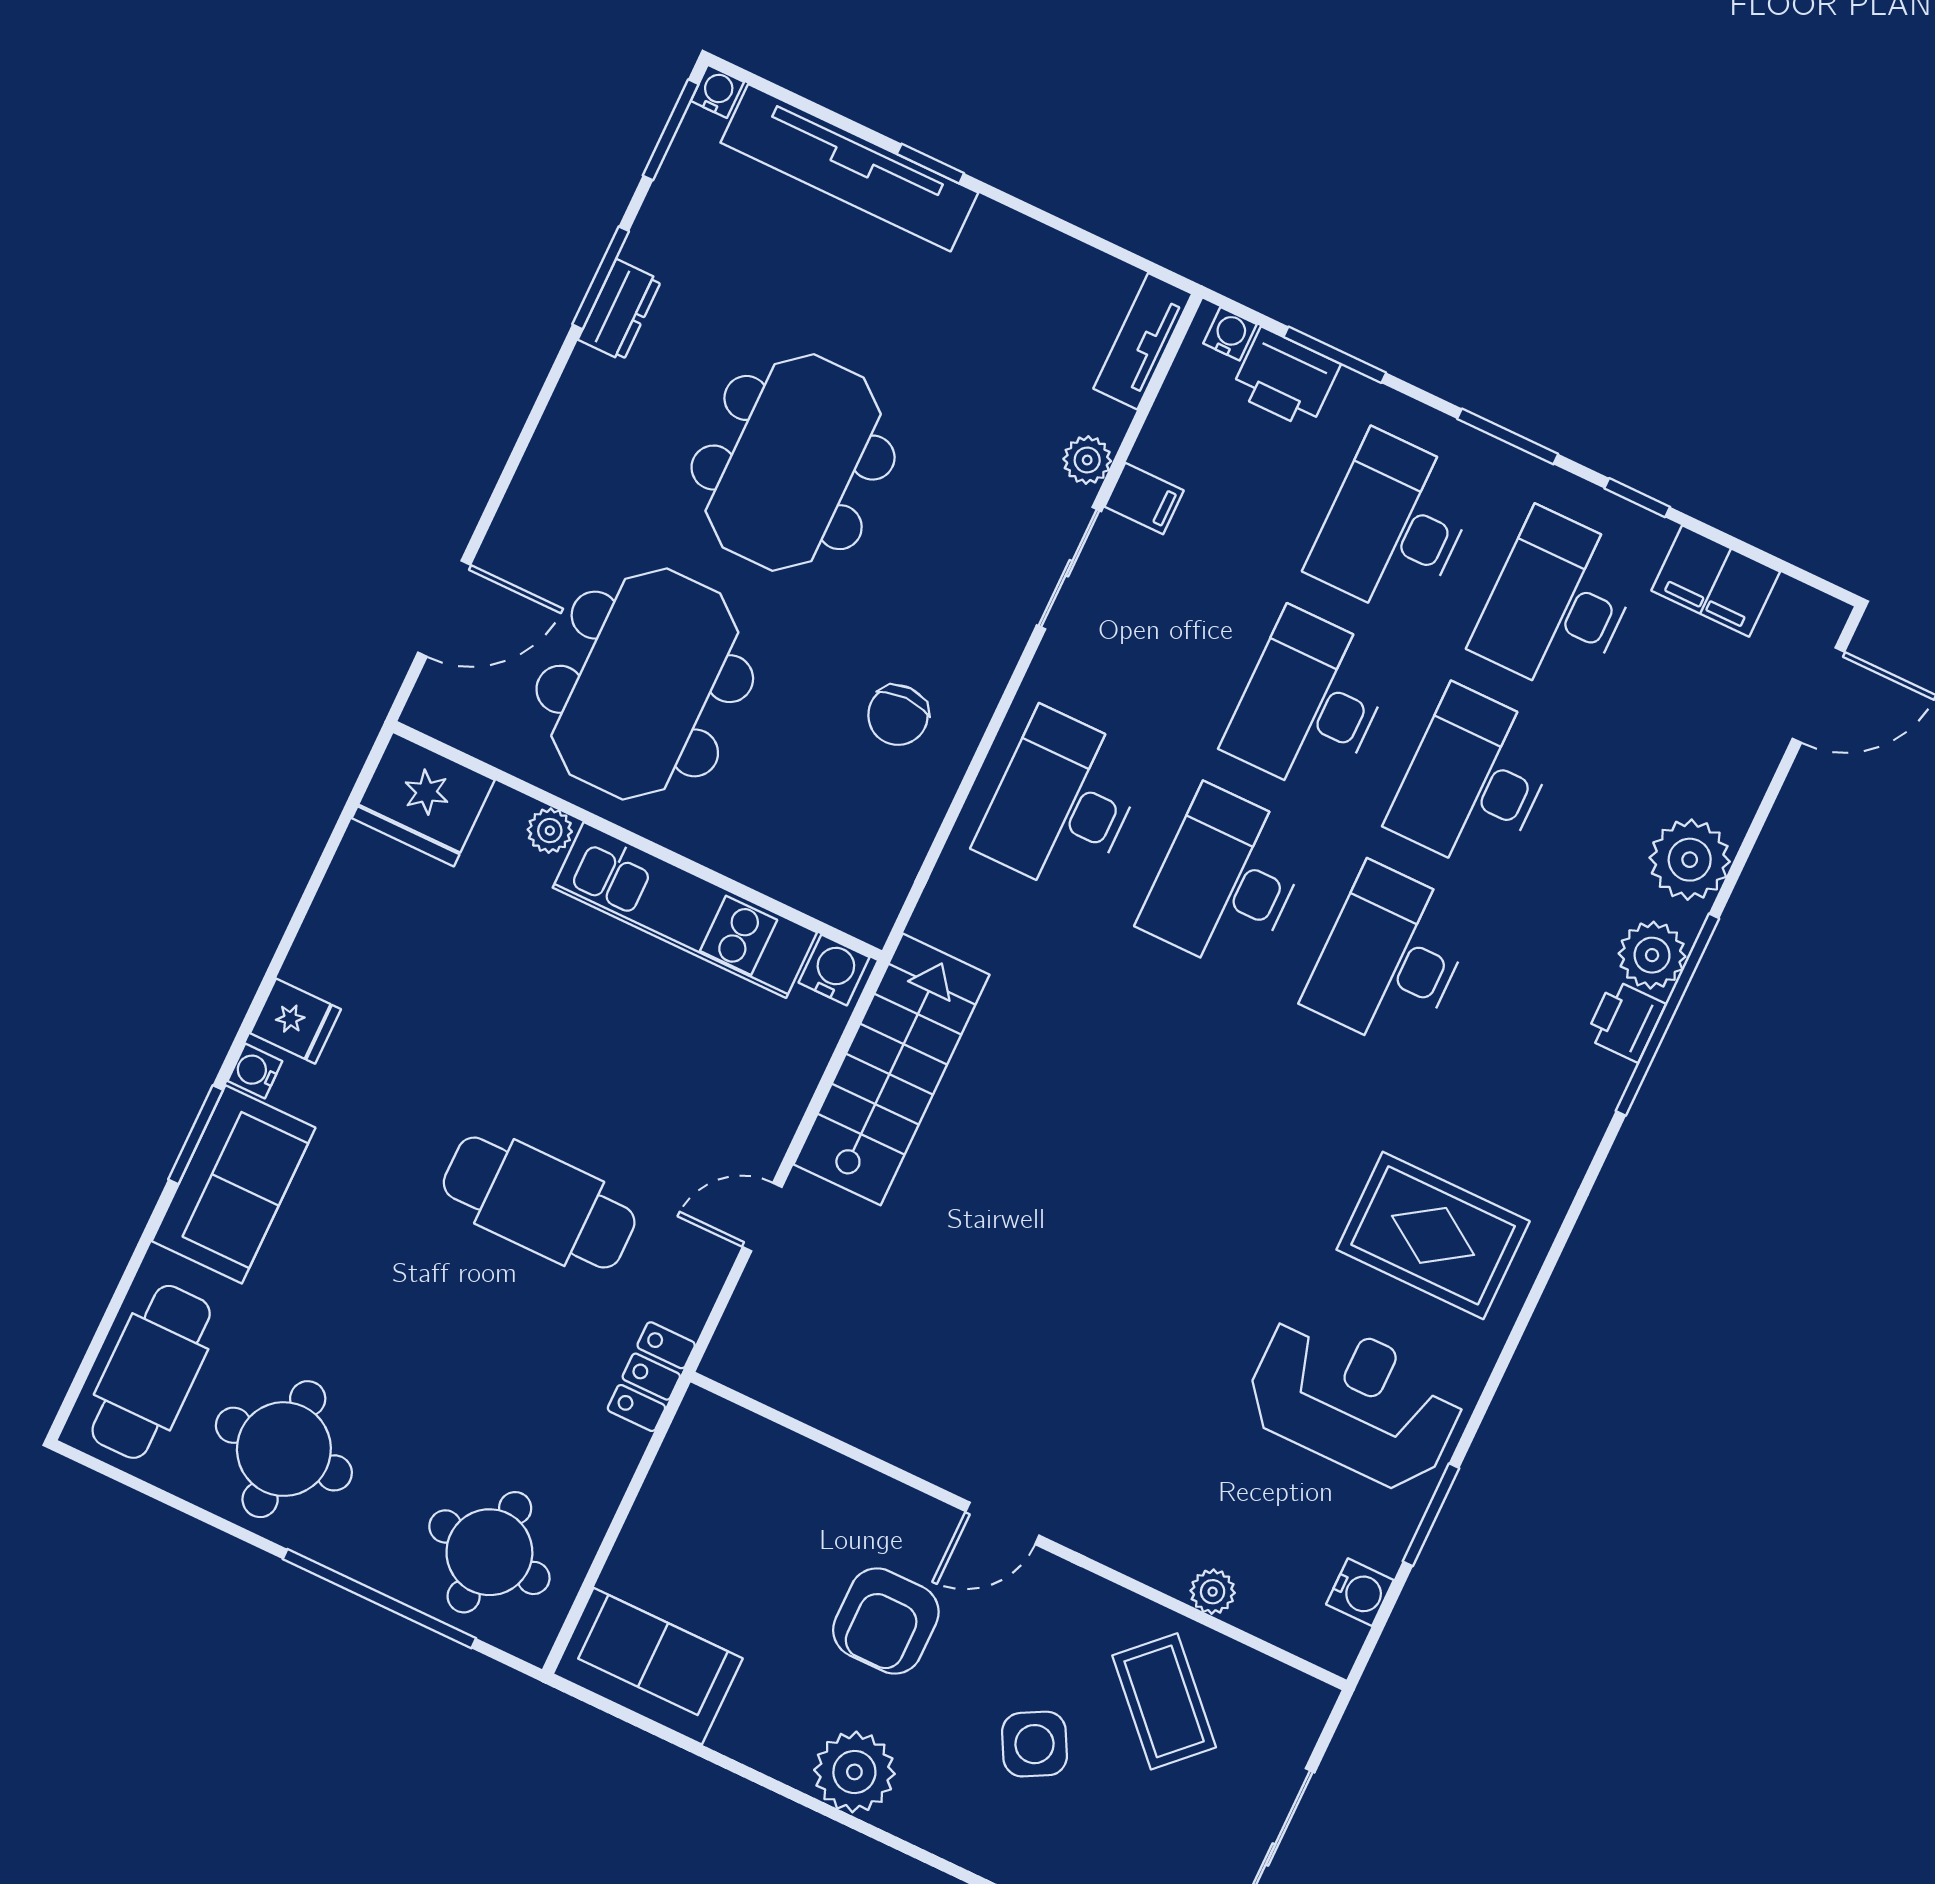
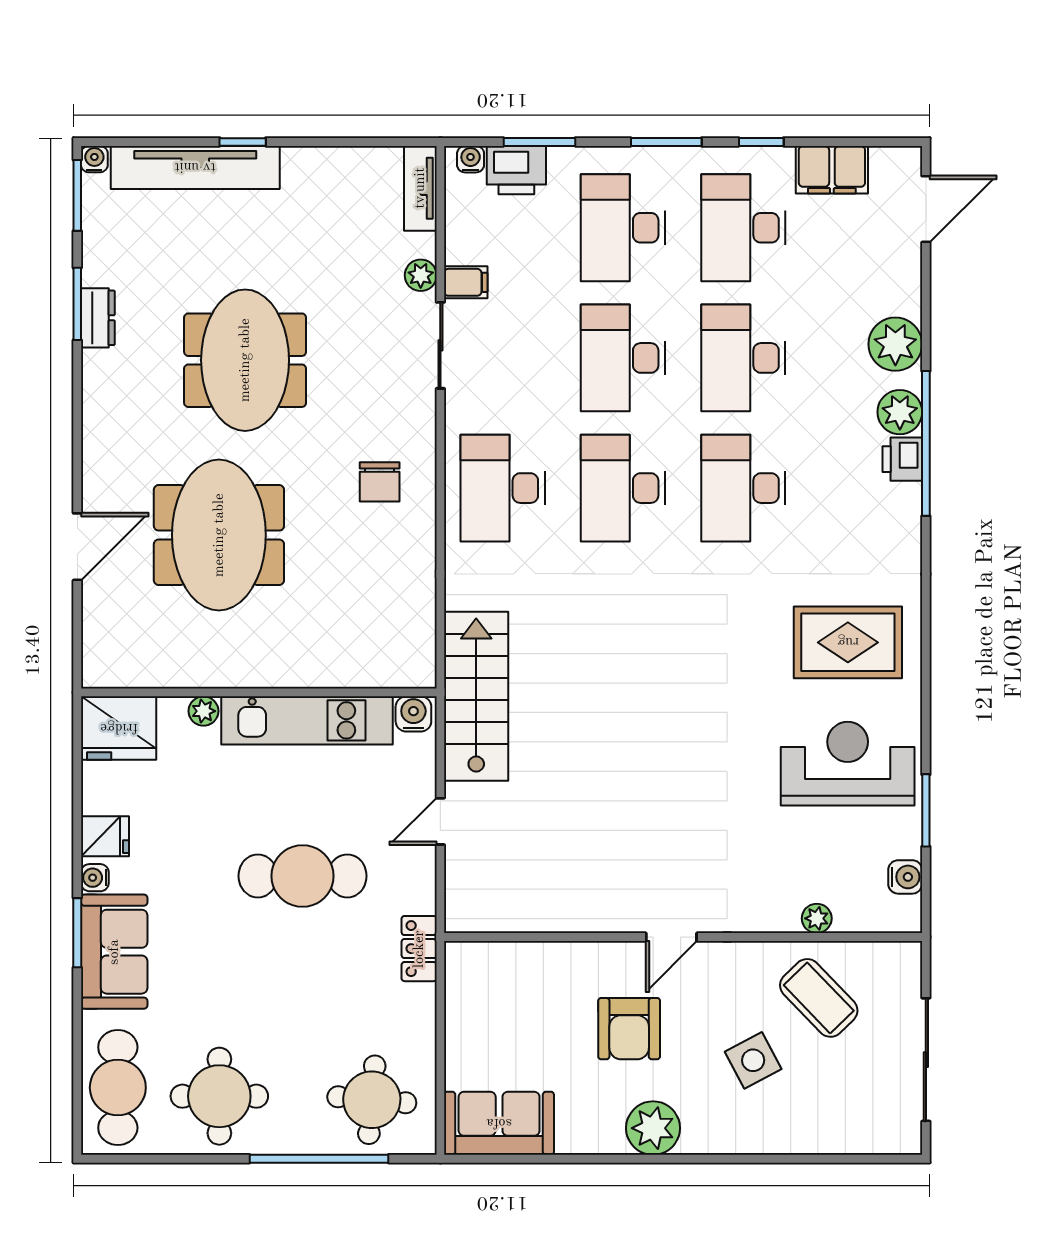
fridge: (423, 799) -> (119, 728), moved
plant: (550, 831) -> (203, 711), moved
wall: (637, 841) -> (259, 692), moved
kitchen unit: (685, 910) -> (307, 720), moved
water cooler: (834, 970) -> (413, 714), moved

